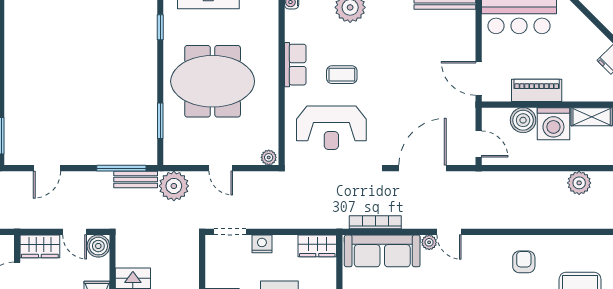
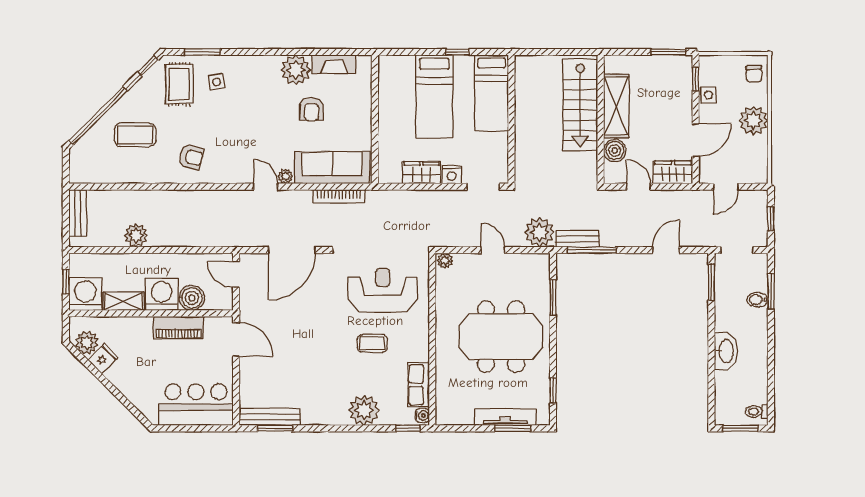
row of seats: (295, 65) -> (419, 385), moved
boiler: (98, 246) -> (615, 150), moved
wardrobe: (317, 246) -> (421, 173), moved
armchair: (524, 262) -> (191, 157), turned -75

